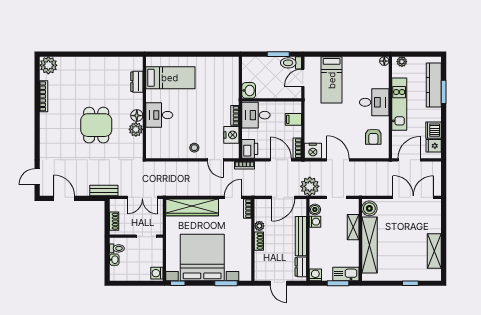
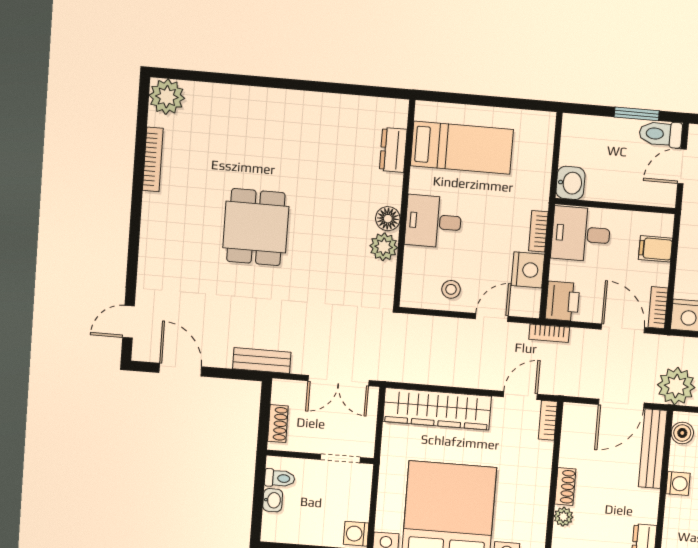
bed: (170, 78) -> (462, 148), moved
dresser: (137, 82) -> (393, 150), moved
wall: (144, 107) -> (404, 204), moved
desk: (159, 115) -> (433, 221), moved
floor lamp: (137, 116) -> (388, 219), moved
plant: (136, 129) -> (384, 247), moved
door: (216, 160) -> (492, 318), swing flipped
washing machine: (315, 222) -> (678, 484), moved
plant: (259, 226) -> (563, 517), moved
bench: (301, 236) -> (653, 449), moved

